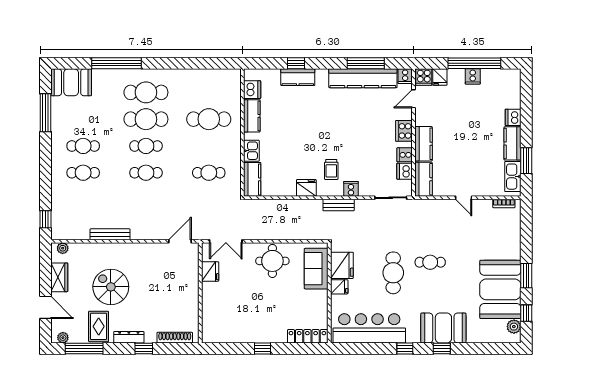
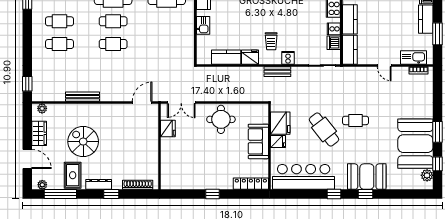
cafe table: (209, 173) -> (167, 44), removed
kitchen sink: (513, 177) -> (413, 57), moved, turned 90
kitchen counter: (252, 179) -> (226, 57), moved, turned -90
sofa: (316, 269) -> (258, 141), moved
cafe table: (393, 273) -> (324, 129), turned -38

